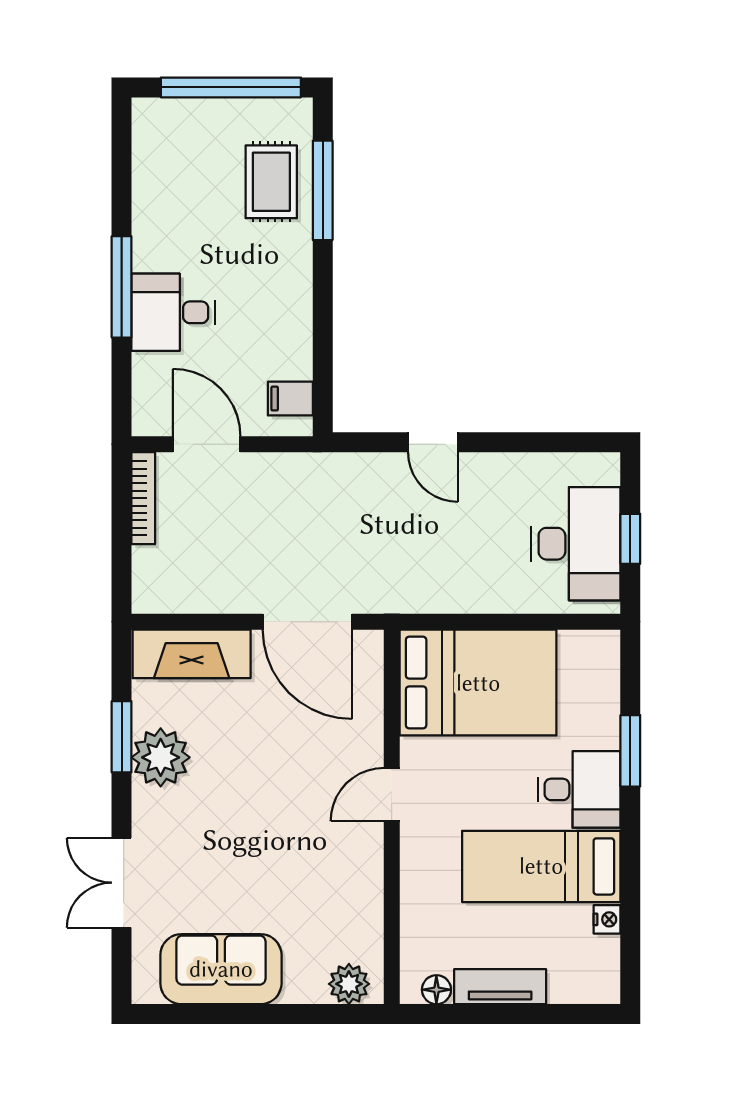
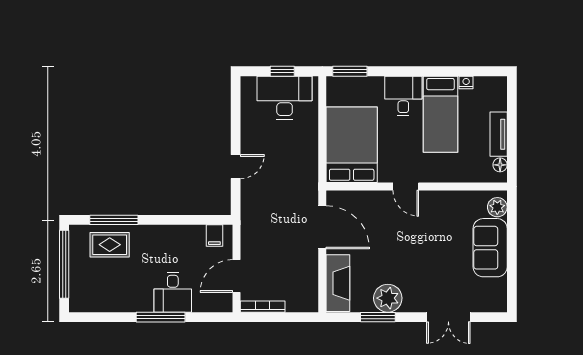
door: (307, 622) -> (322, 227), hinge flipped
window: (630, 751) -> (350, 71), moved
sofa: (221, 969) -> (490, 248), moved

